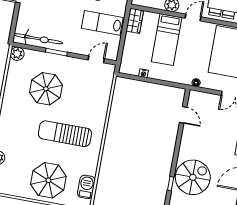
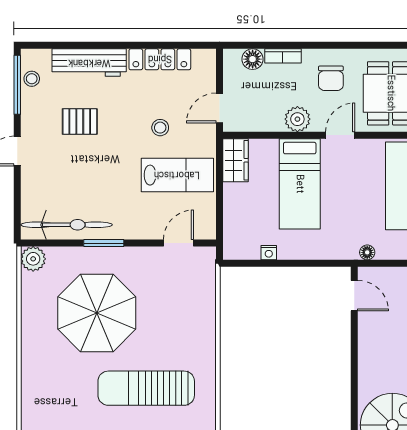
lab bench: (102, 23) -> (177, 175), turned 180
parasol: (46, 89) -> (97, 313), width x1.36, depth x1.36
door: (183, 115) -> (354, 296), moved

